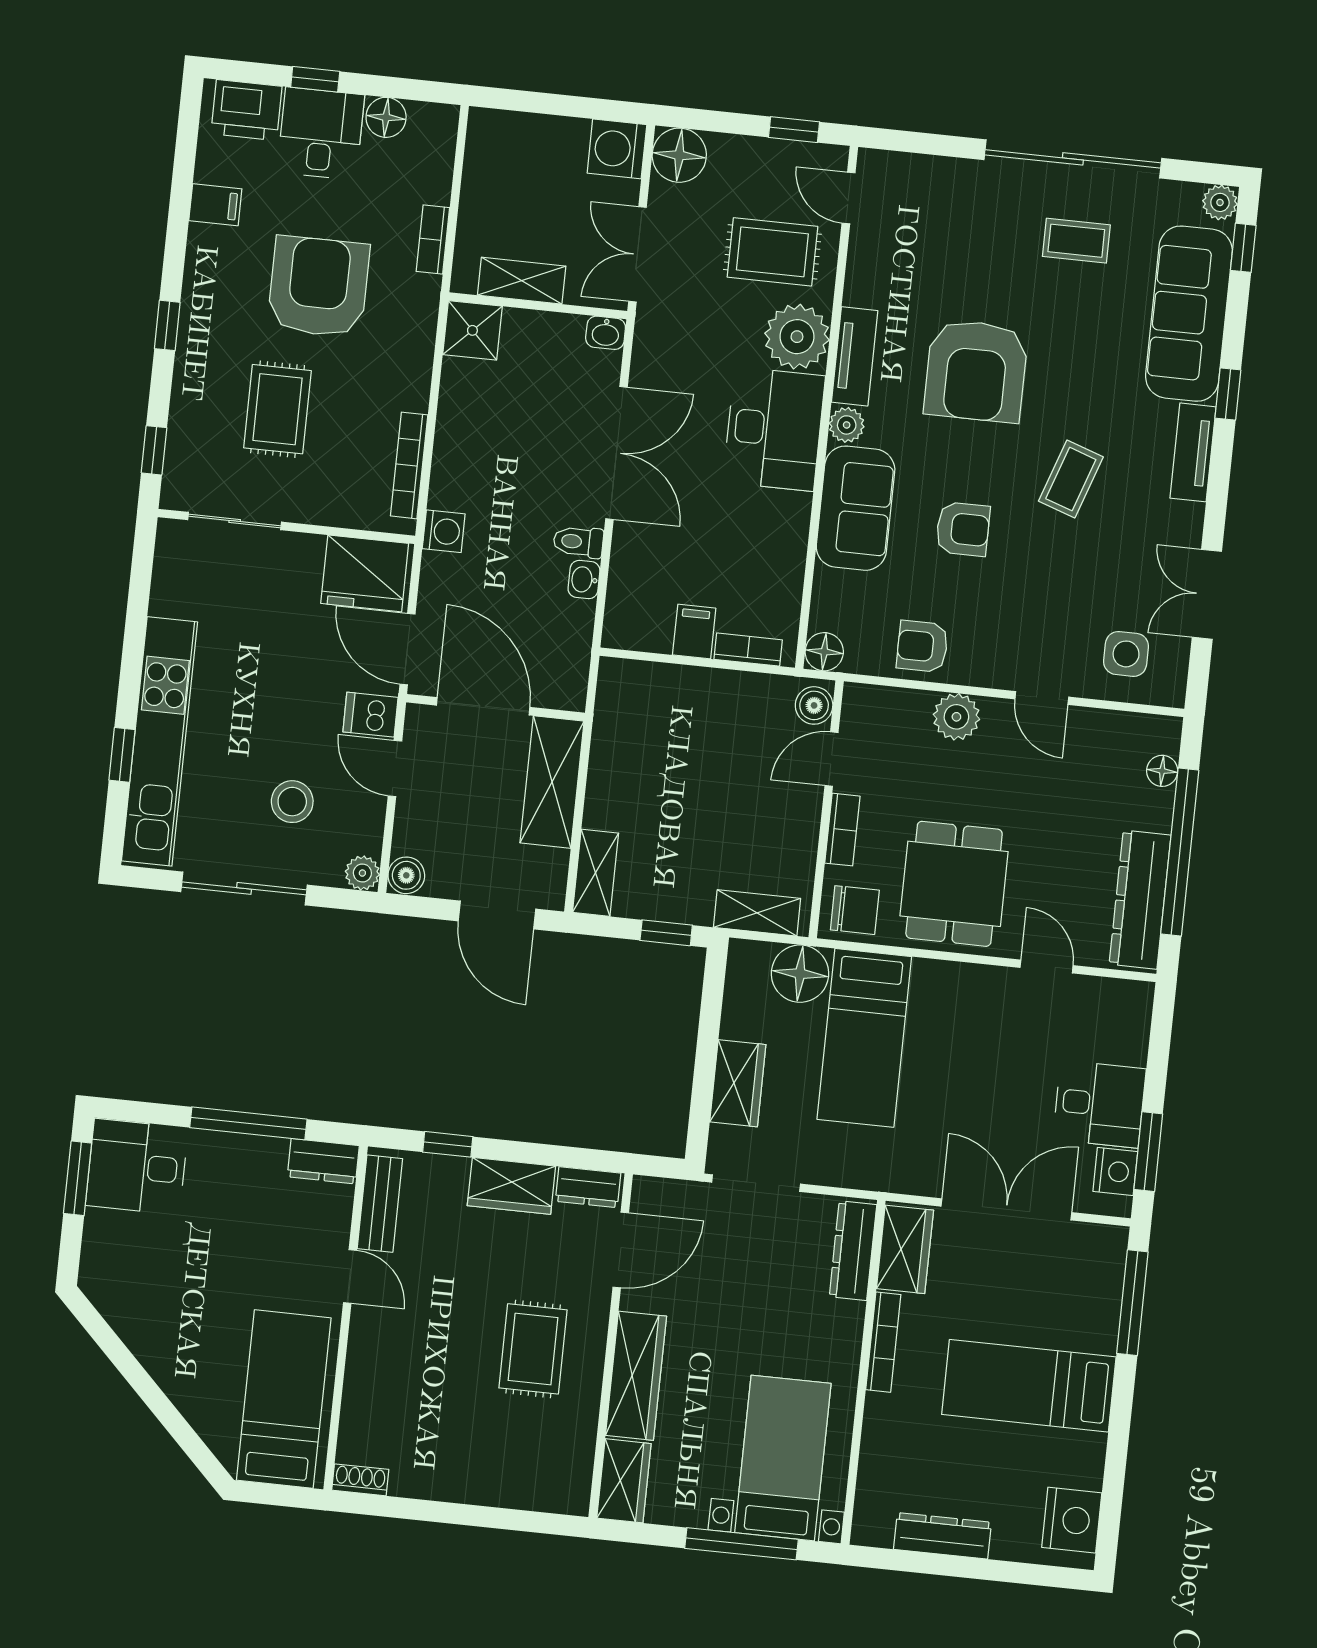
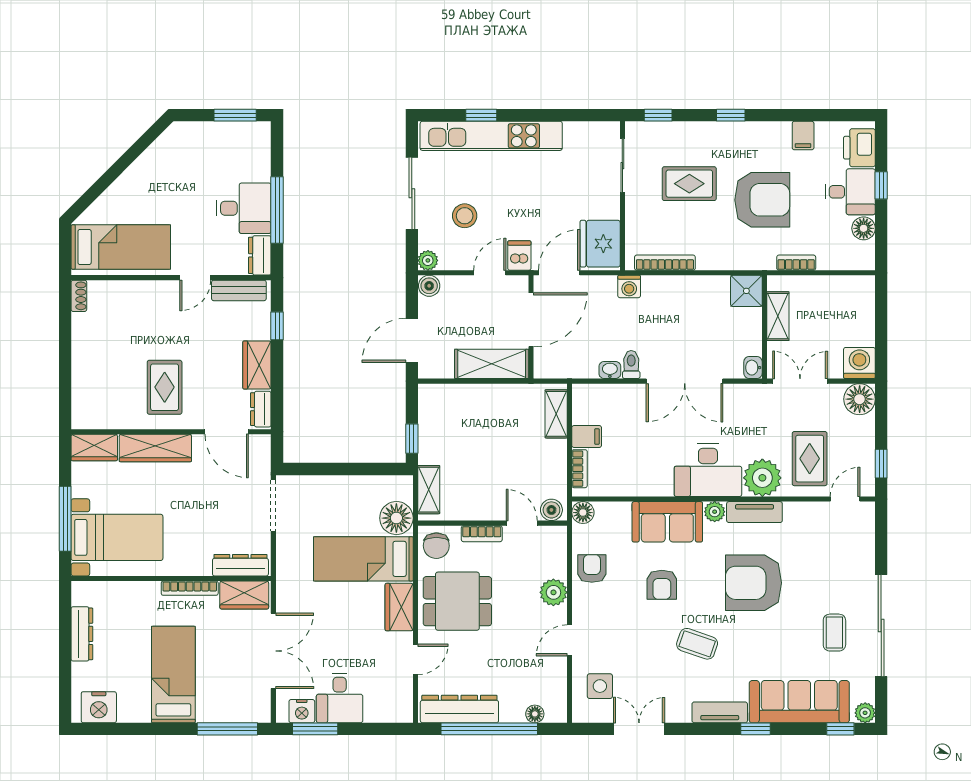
shelving: (596, 873) -> (556, 414), moved, turned 90
wardrobe: (738, 1083) -> (399, 607), moved, turned 90
desk: (137, 1167) -> (244, 208), moved, turned 90
rug: (533, 1349) -> (165, 387), turned 90

